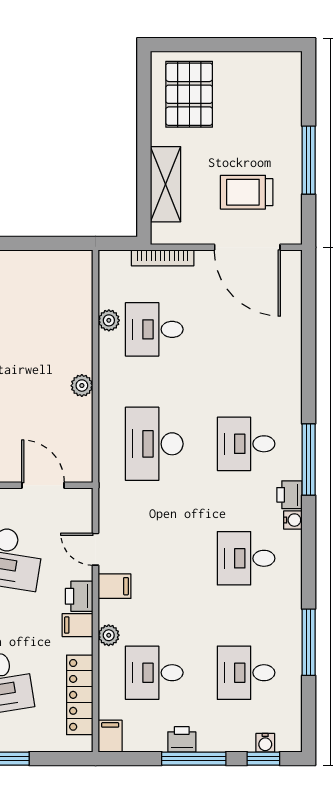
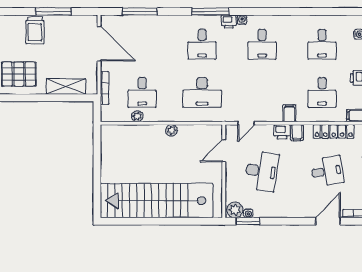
trolley: (247, 192) -> (35, 30), moved
door: (247, 247) -> (99, 44), hinge flipped
door: (96, 549) -> (246, 123), moved
filing cabinet: (115, 586) -> (289, 113), moved
plant: (109, 635) -> (302, 116), removed
window: (309, 642) -> (140, 11), moved

